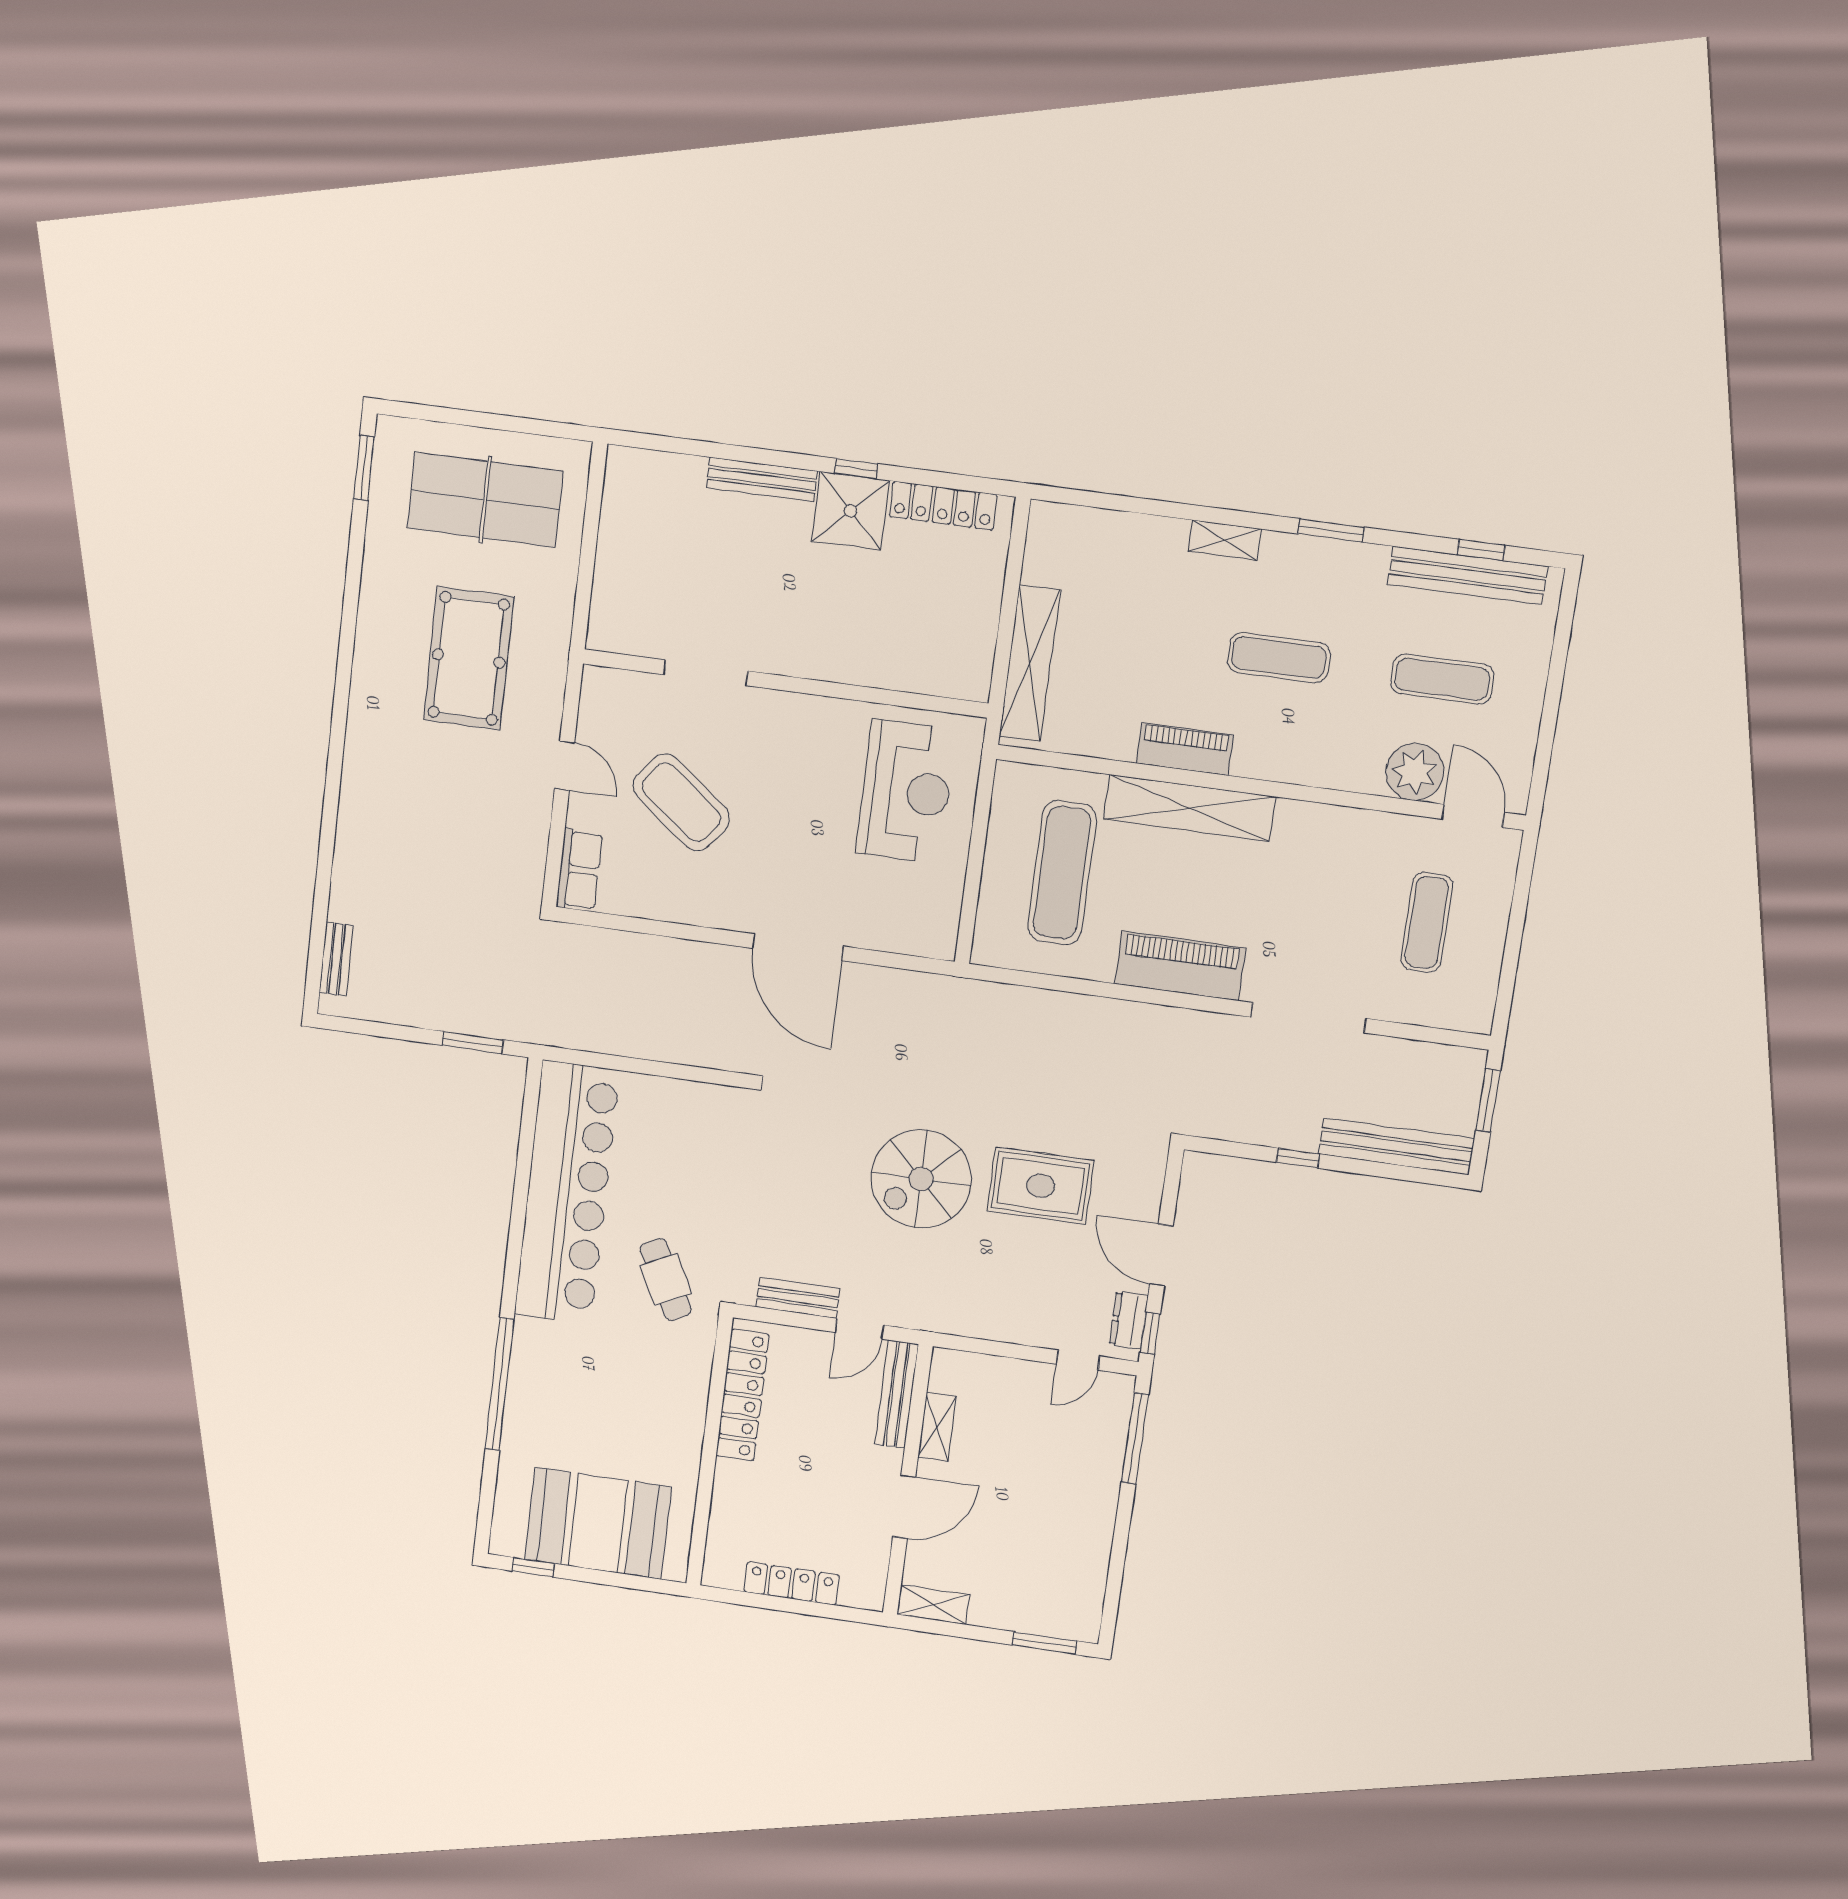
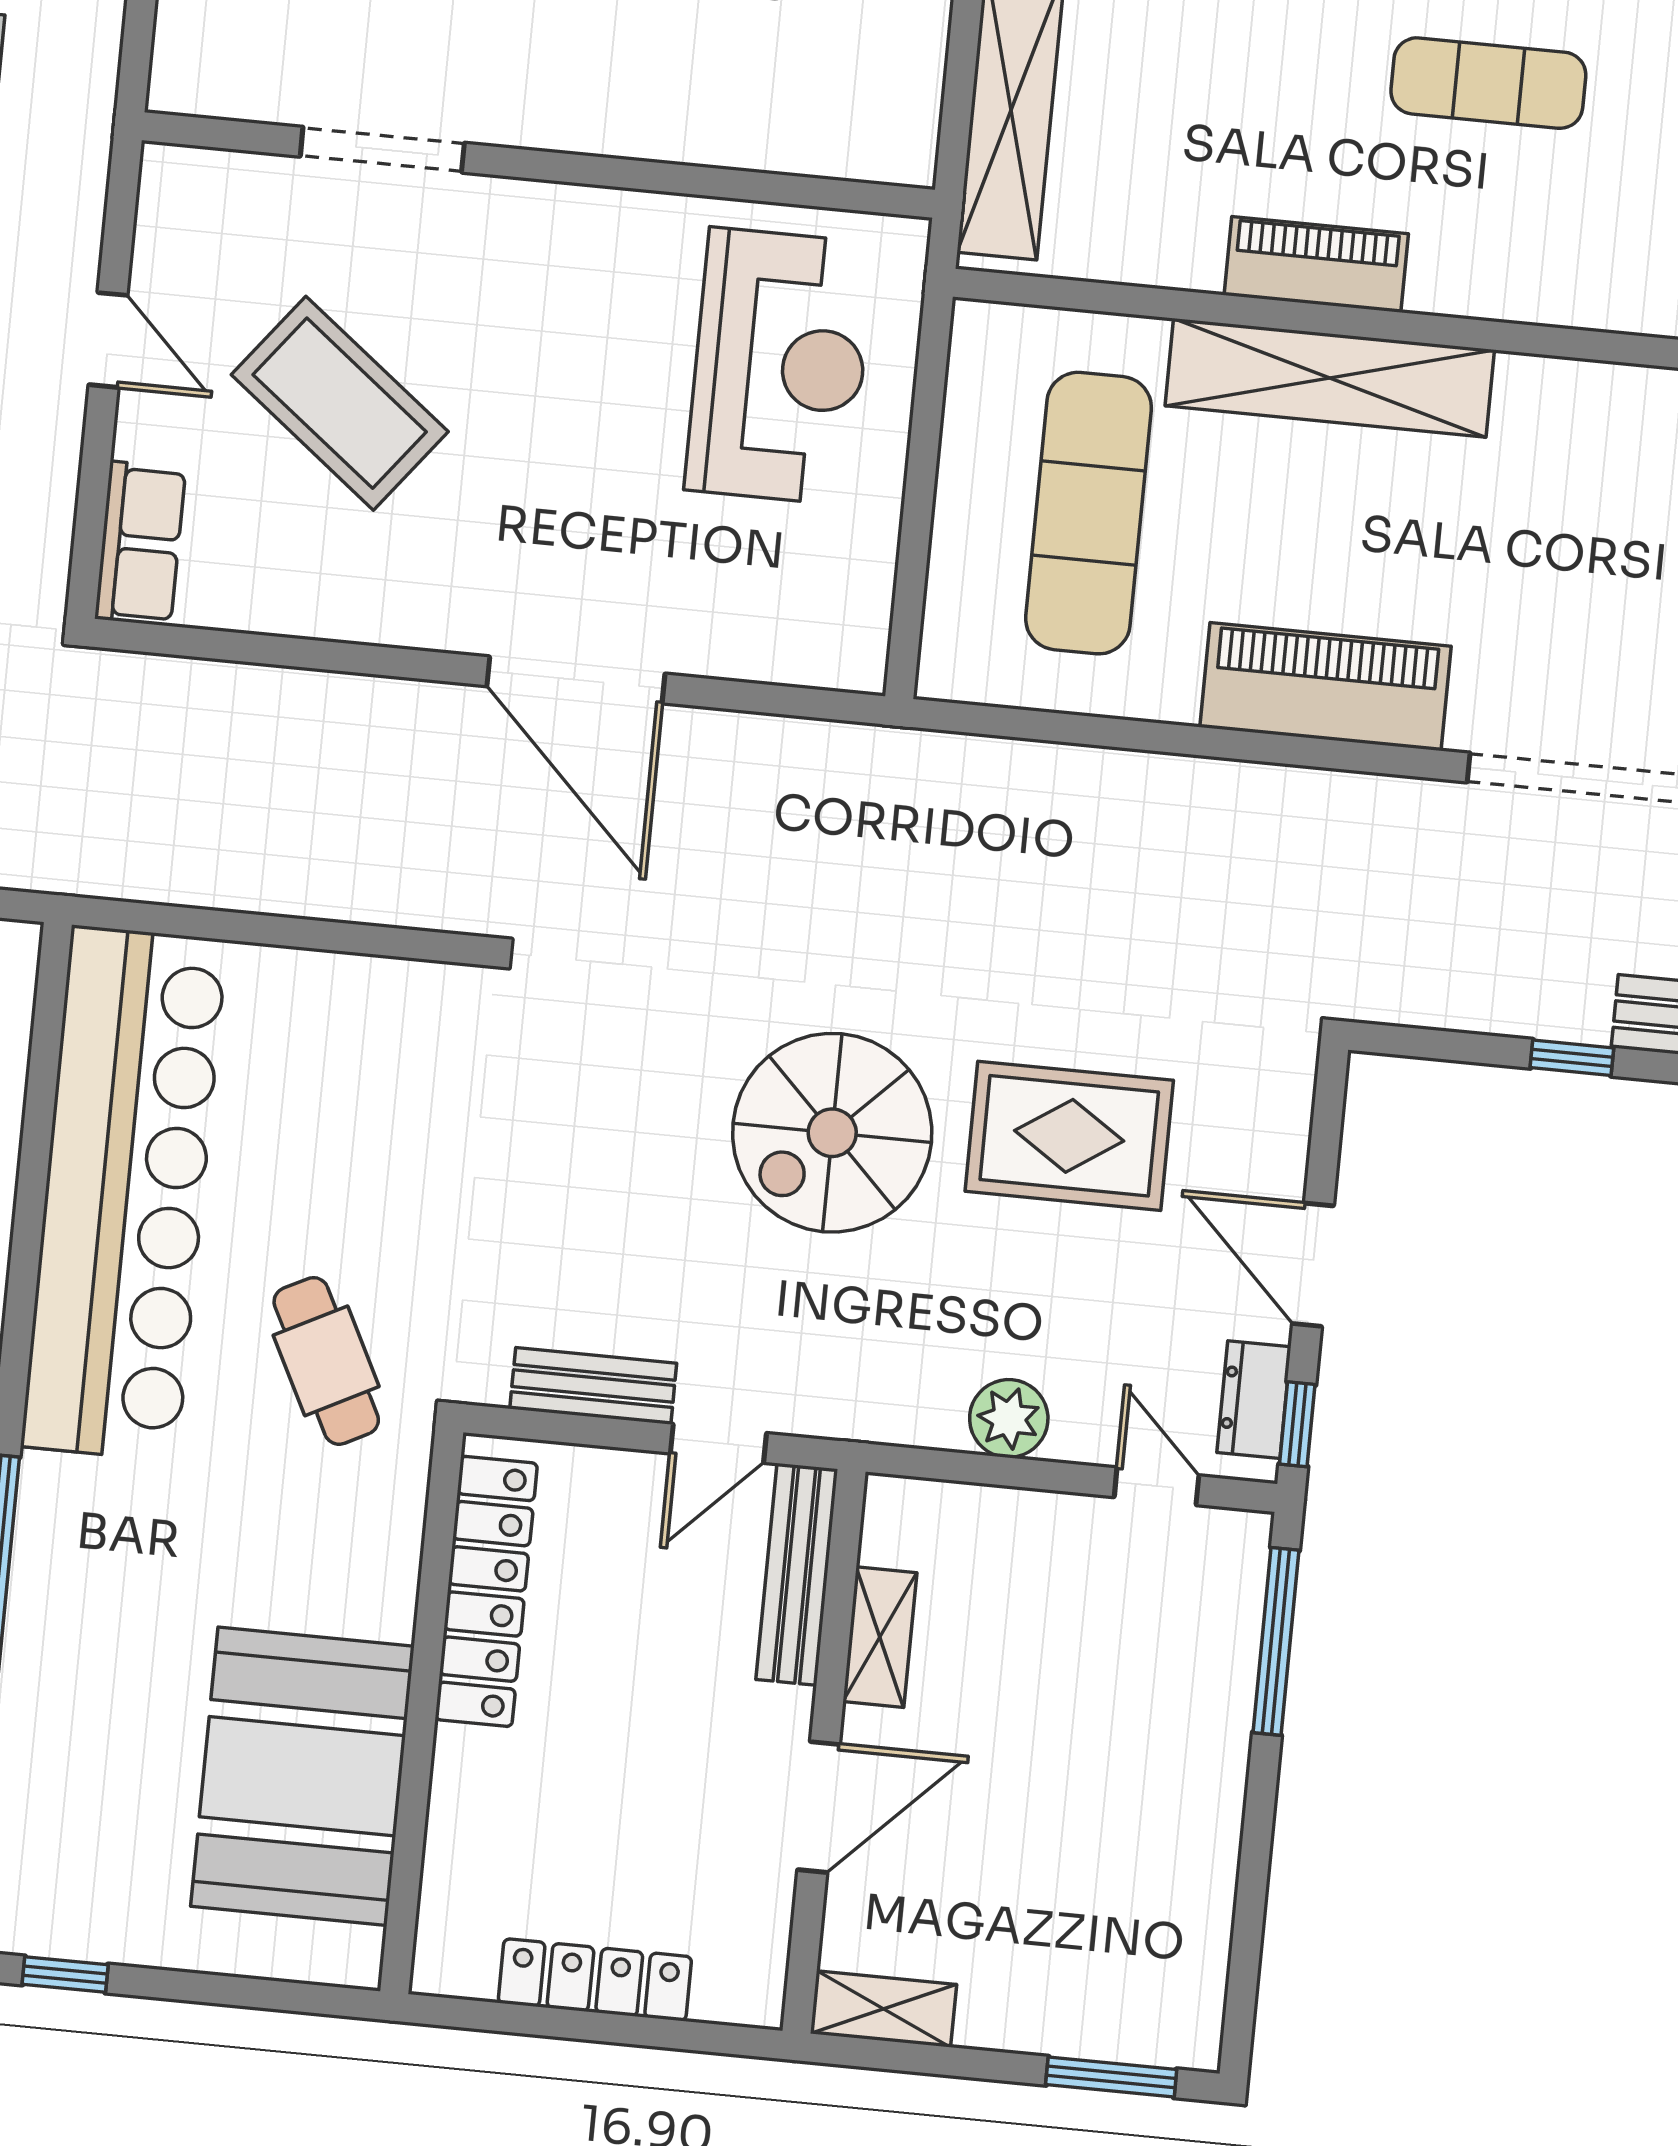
plant: (1005, 1324) -> (1009, 1418), added
door: (1078, 1360) -> (1157, 1486), swing flipped
booth: (598, 1523) -> (302, 1776), moved, turned 90

